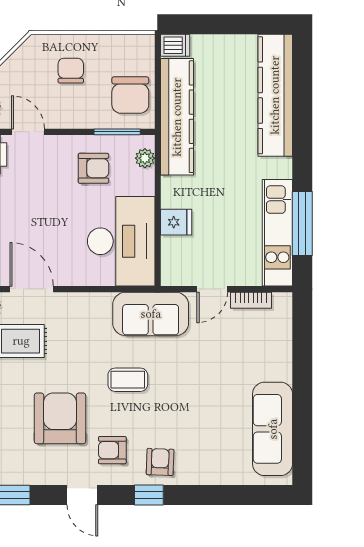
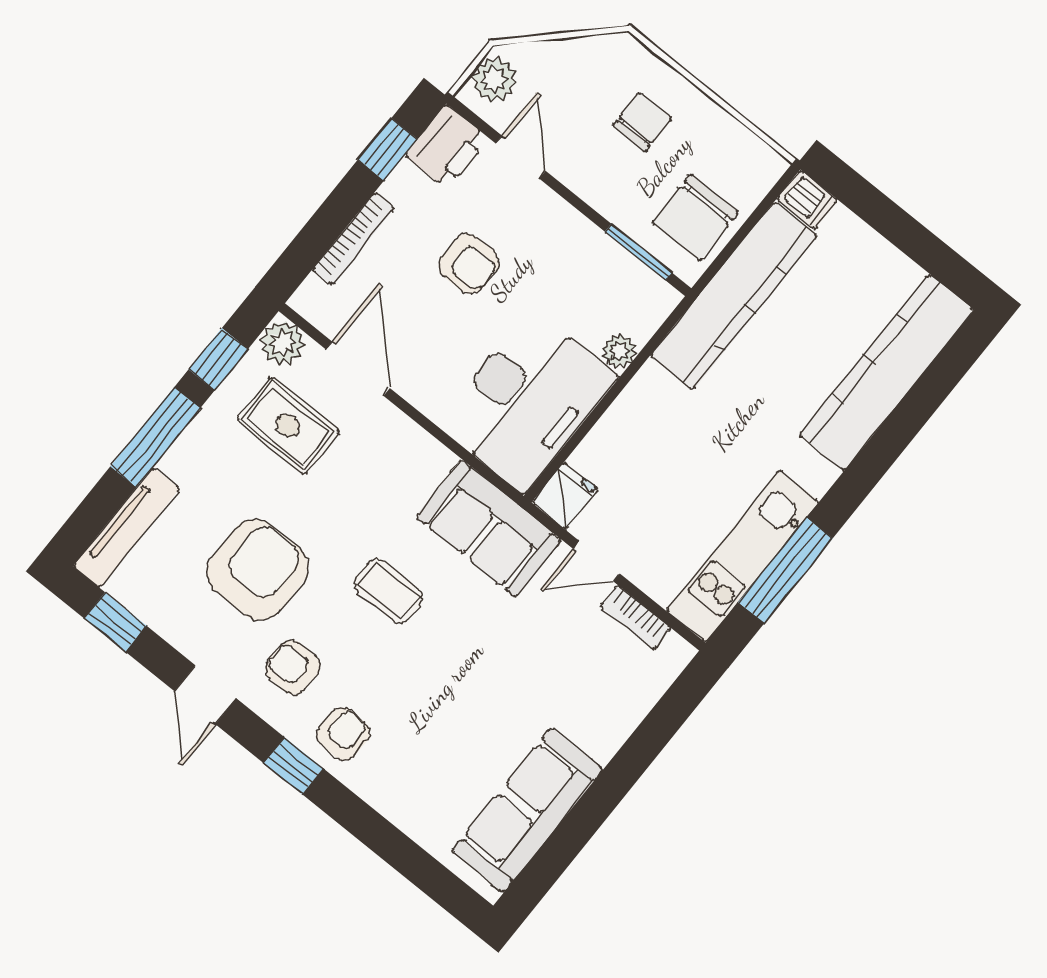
plant: (145, 158) -> (619, 351), moved
armchair: (93, 168) -> (469, 264), moved
fridge: (176, 222) -> (565, 496), moved, turned -90

